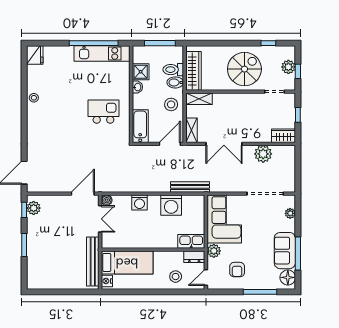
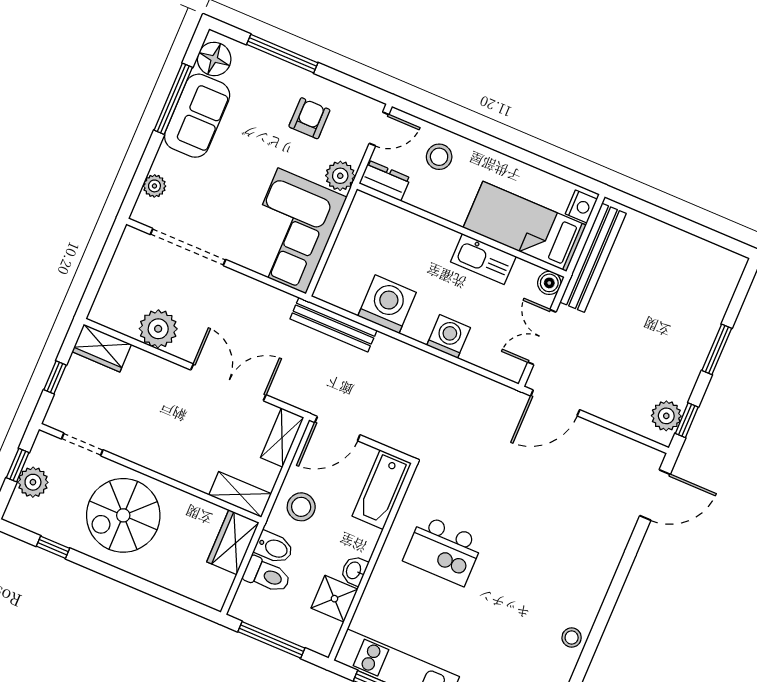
wardrobe: (193, 71) -> (233, 542), width x0.67
boiler: (107, 200) -> (549, 283), moved
kitchen sink: (191, 241) -> (483, 259), moved

